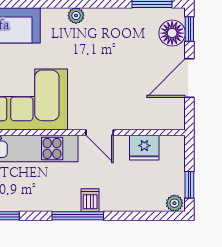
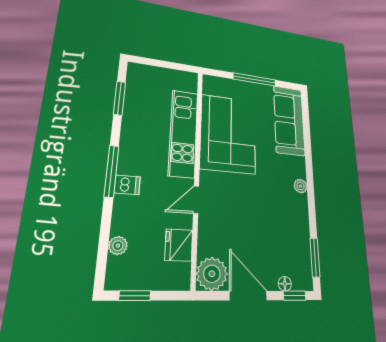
floor lamp: (172, 33) -> (285, 284), width x0.53, depth x0.53
plant: (170, 115) -> (212, 274), added
plant: (174, 203) -> (118, 246), moved

